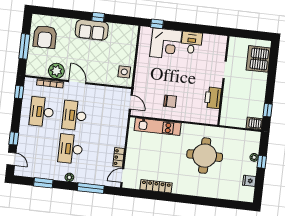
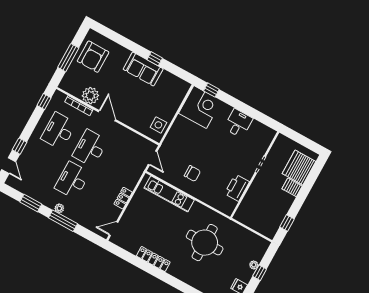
corner desk: (166, 44) -> (200, 107), moved, turned -90
server rack: (254, 123) -> (292, 187), moved
locker: (119, 157) -> (123, 198), moved
locker: (156, 186) -> (153, 259), moved
window: (91, 188) -> (63, 221), moved

